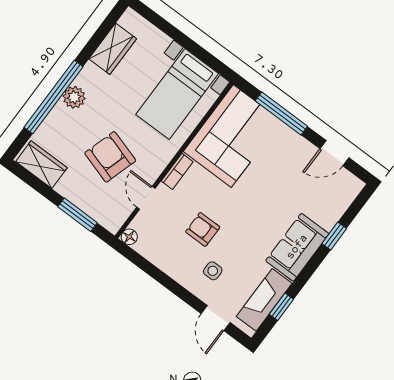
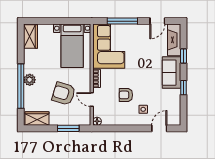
wardrobe: (113, 49) -> (31, 36), moved
fireplace: (264, 300) -> (174, 40), moved
window: (281, 307) -> (184, 88), moved
door: (216, 318) -> (159, 128), swing flipped

